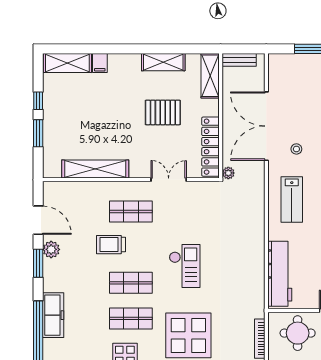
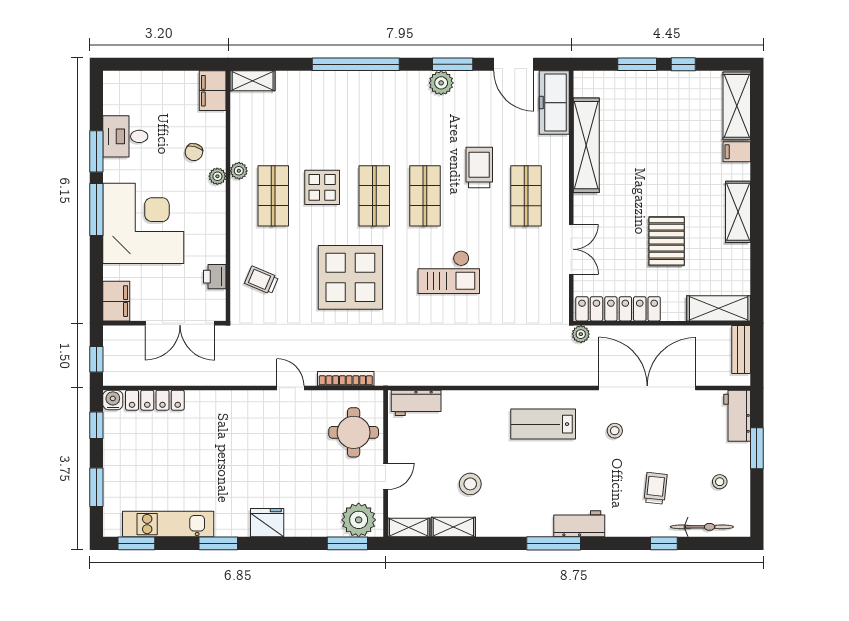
shelving: (163, 62) -> (738, 212), moved
workbench: (286, 63) -> (737, 416), added
door: (38, 220) -> (514, 64), hinge flipped
plant: (51, 249) -> (441, 83), moved
workbench: (280, 274) -> (416, 403), width x0.53, depth x0.76
freezer: (53, 315) -> (554, 103), moved, turned 90

